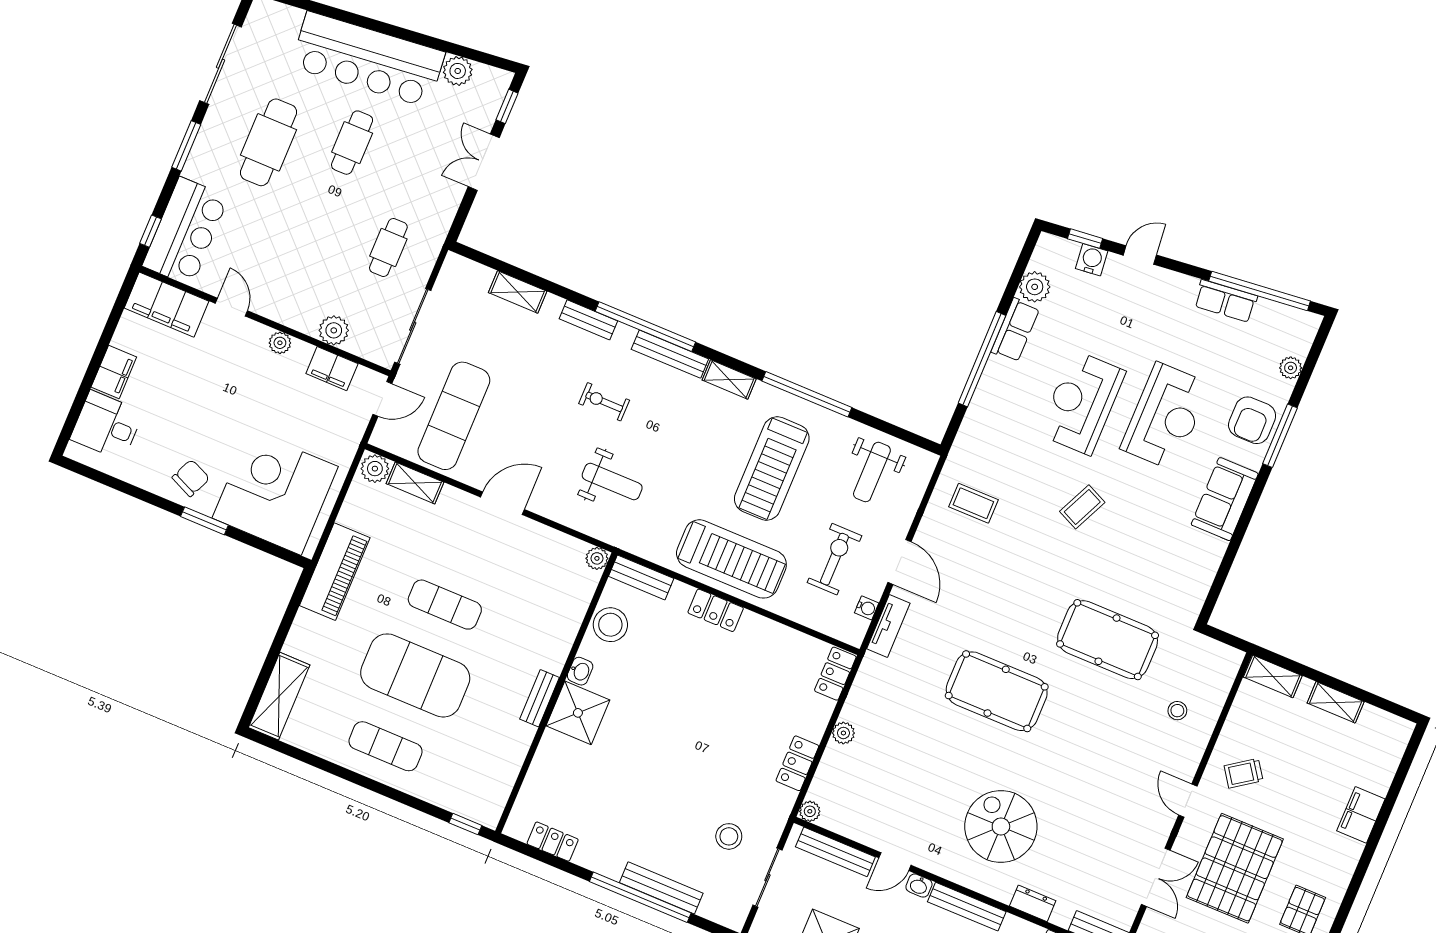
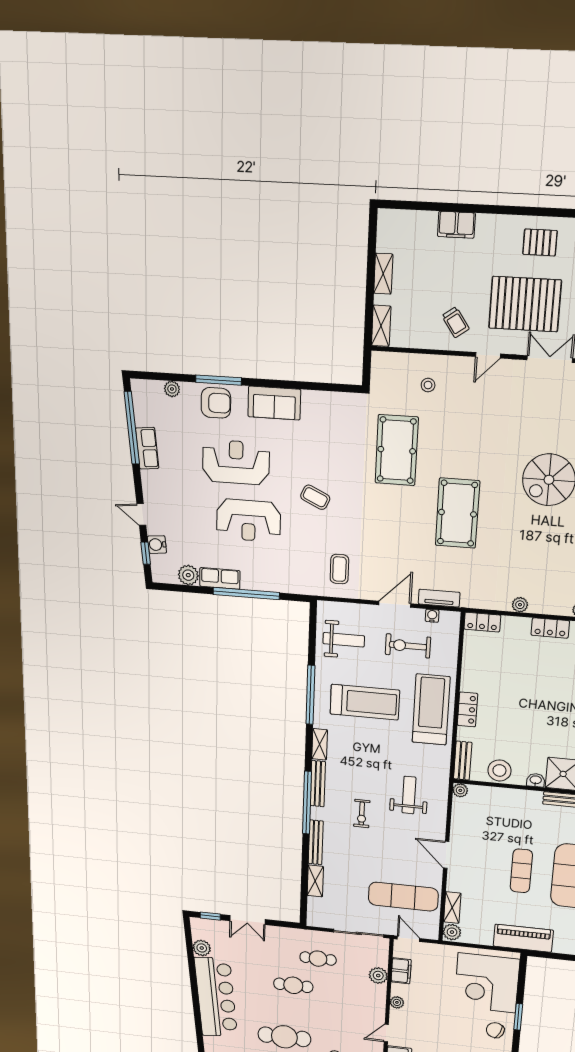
cafe table: (352, 143) -> (293, 985), moved
bench: (588, 320) -> (316, 842), width x1.36

